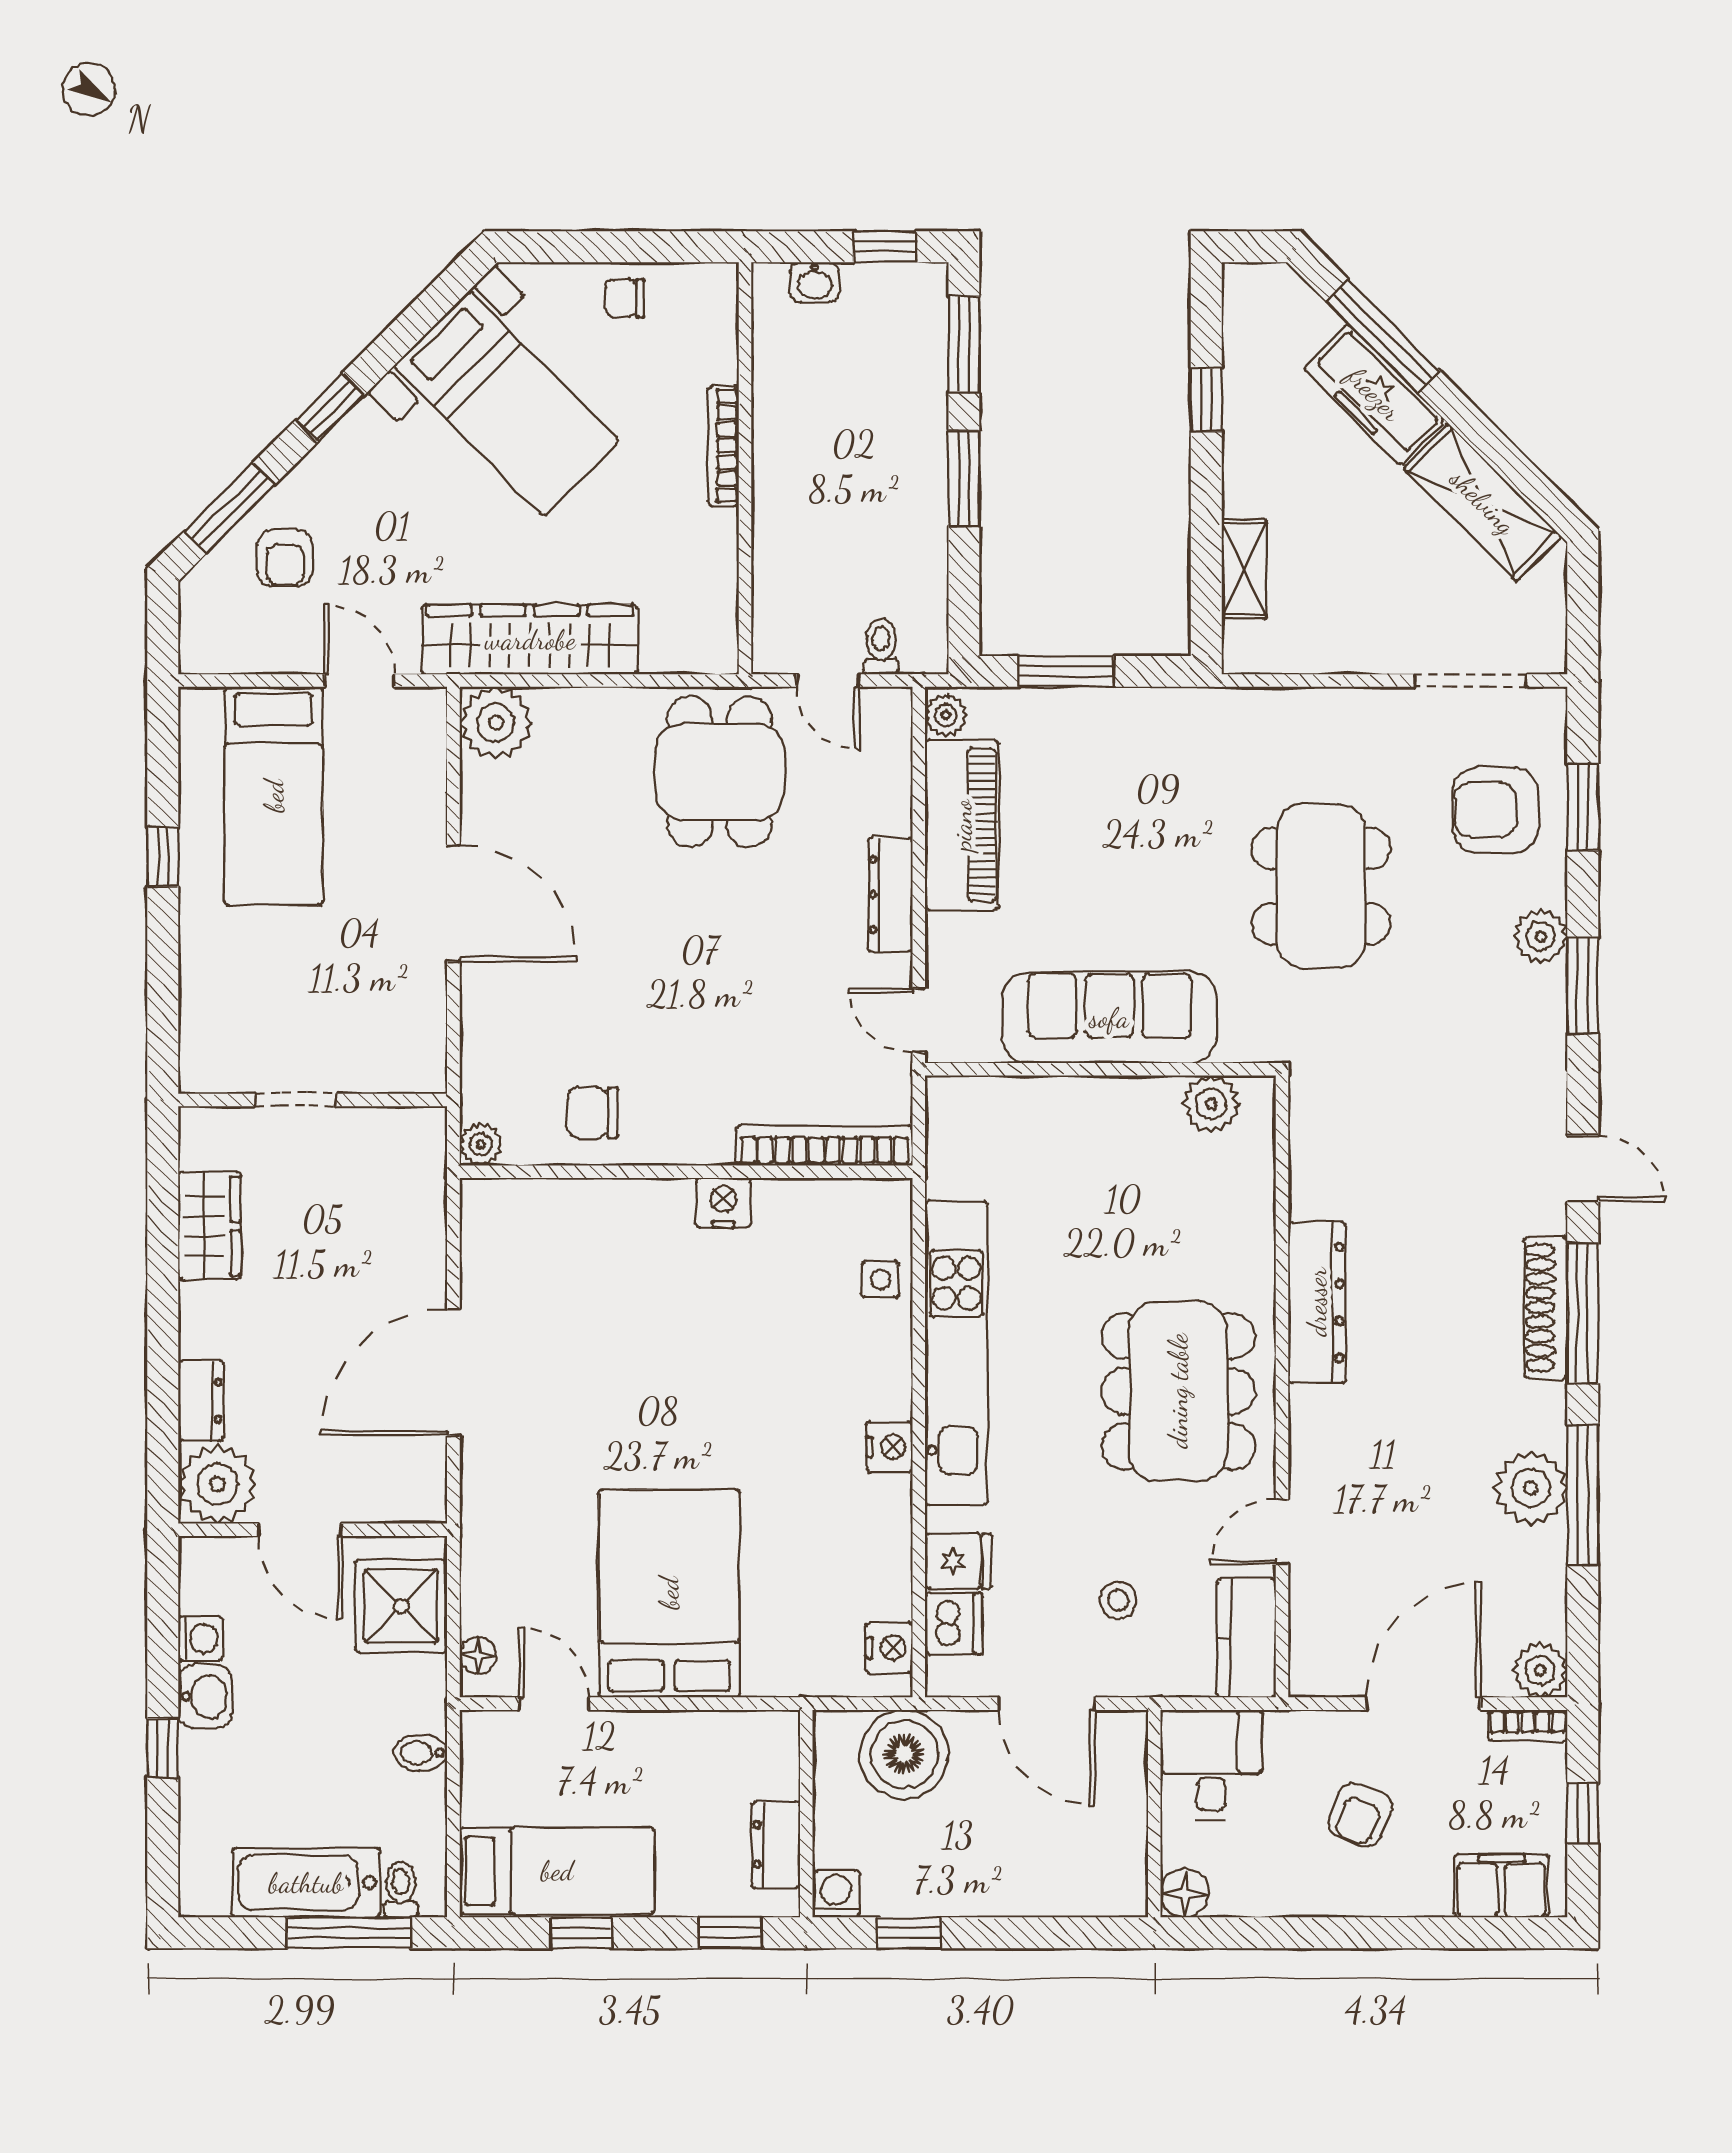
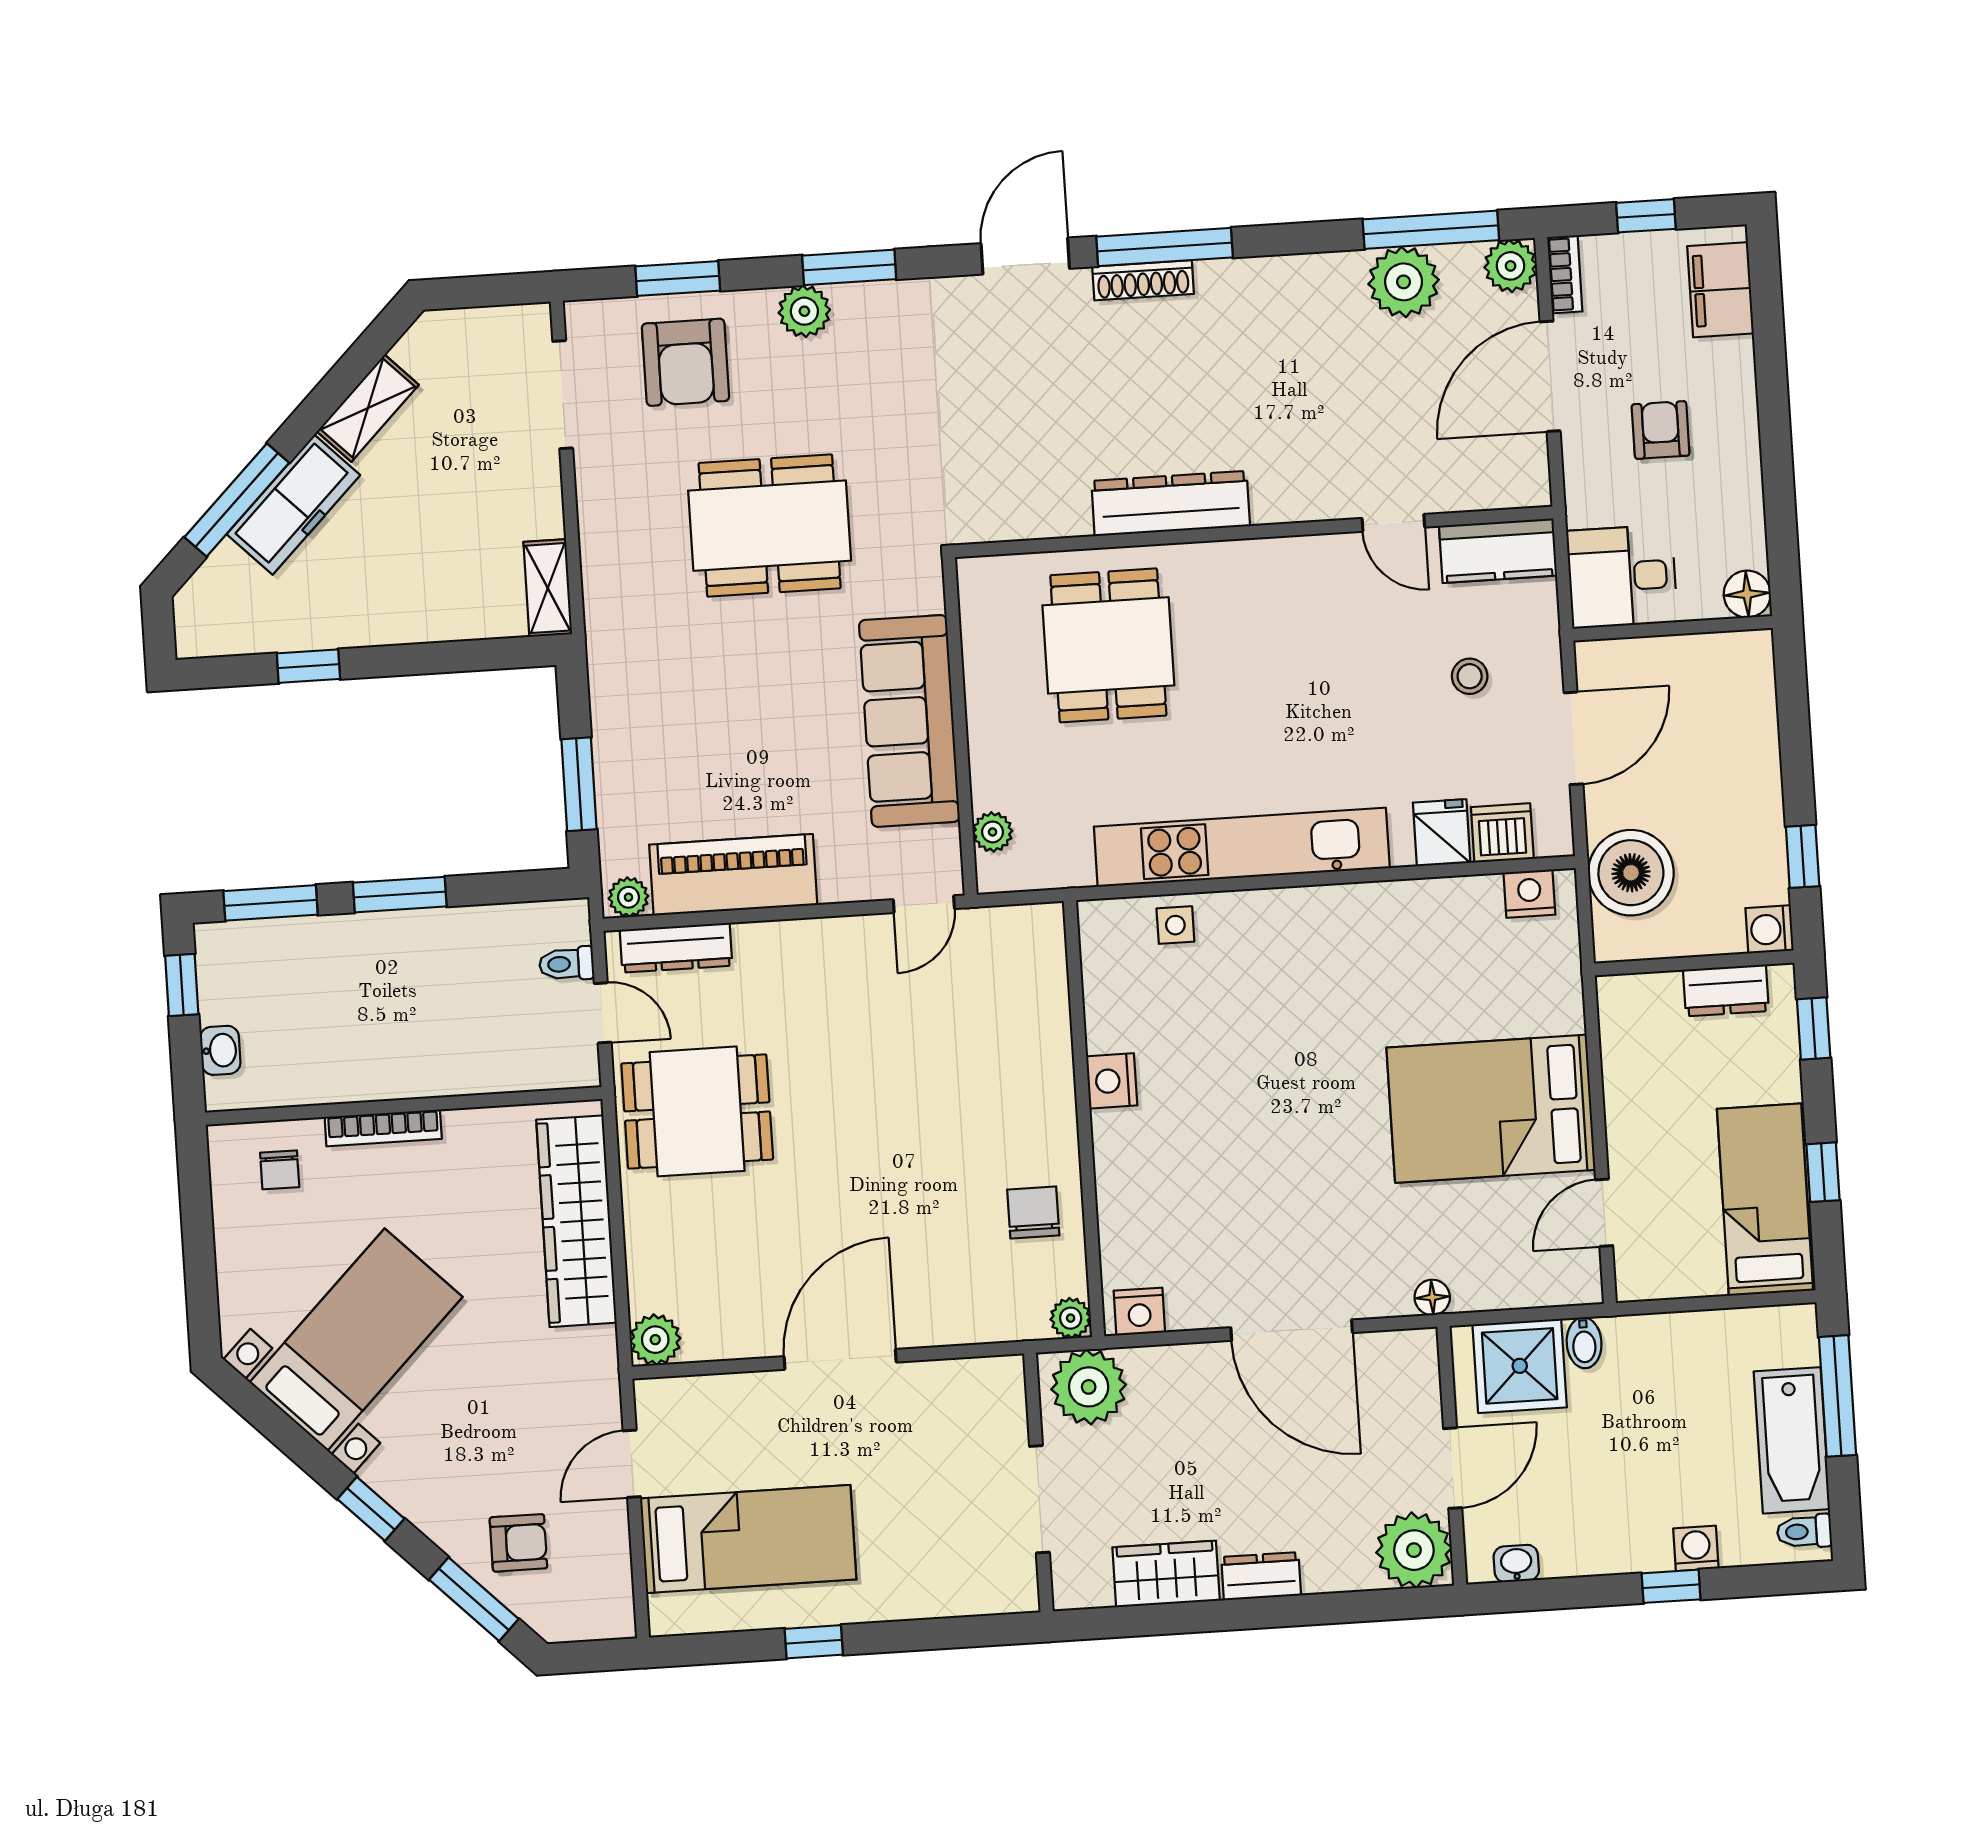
chair: (625, 298) -> (280, 1170), moved
shelving: (1483, 502) -> (368, 408), width x0.67, depth x0.75
shelving: (1244, 569) -> (548, 588), moved, turned 90
wardrobe: (530, 640) -> (576, 1221), moved
door: (828, 681) -> (603, 1013), hinge flipped
plant: (496, 723) -> (655, 1340), width x0.73, depth x0.73
dresser: (890, 895) -> (676, 948), moved
doorway: (295, 1100) -> (1039, 1499), width x1.38
plant: (1211, 1104) -> (993, 832), moved, width x0.73, depth x0.73
chair: (592, 1113) -> (1033, 1212), turned 180
bookcase: (825, 1145) -> (1050, 987), removed
plant: (408, 1158) -> (1089, 1387), added
door: (1583, 1169) -> (1025, 256), width x1.38
shoe rack: (1546, 1307) -> (1143, 280), width x0.74, depth x0.81
dining table: (1178, 1391) -> (1108, 645), moved, width x0.73
dresser: (201, 1401) -> (1261, 1576), moved
nightstand: (889, 1447) -> (1139, 1312), moved, turned 180
plant: (1531, 1488) -> (1404, 282), moved
window: (1583, 1495) -> (1431, 230), moved
washing machine: (200, 1639) -> (1696, 1548), moved
floor lamp: (478, 1655) -> (1432, 1297), moved
washbasin: (205, 1697) -> (1516, 1564), moved, width x0.72, depth x0.69
door: (1423, 1704) -> (1550, 376), hinge flipped
bidet: (421, 1753) -> (1584, 1343), moved
armchair: (1360, 1814) -> (1661, 430), turned -112
toilet: (401, 1890) -> (1804, 1531), moved

